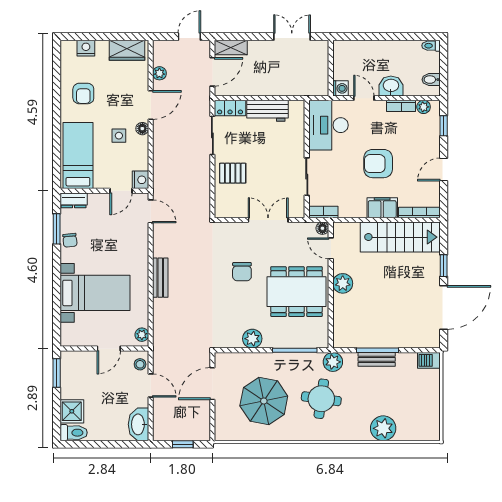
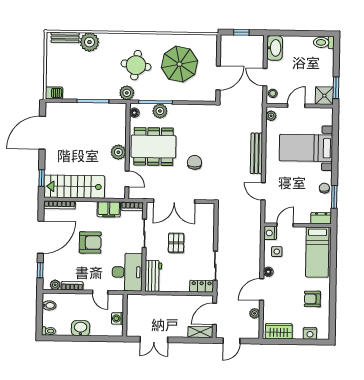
washbasin: (391, 86) -> (81, 328), moved, turned 180
washing machine: (341, 88) -> (117, 318), moved
armchair: (83, 94) -> (312, 299), turned -90
workbench: (268, 111) -> (153, 276), moved, turned 90
side table: (119, 136) -> (277, 252), moved
door: (444, 169) -> (41, 237), width x1.88
pallet: (233, 173) -> (176, 243), moved, turned 90
filing cabinet: (382, 208) -> (109, 209), moved
door: (151, 211) -> (263, 191), moved
double door: (268, 220) -> (174, 201), width x1.37
floor lamp: (322, 228) -> (134, 113), moved
window: (444, 266) -> (42, 178), moved
bench: (160, 278) -> (256, 153), width x1.36
plant: (252, 339) -> (160, 111), moved
bench: (377, 359) -> (65, 37), moved
shower: (72, 411) -> (324, 96), moved

